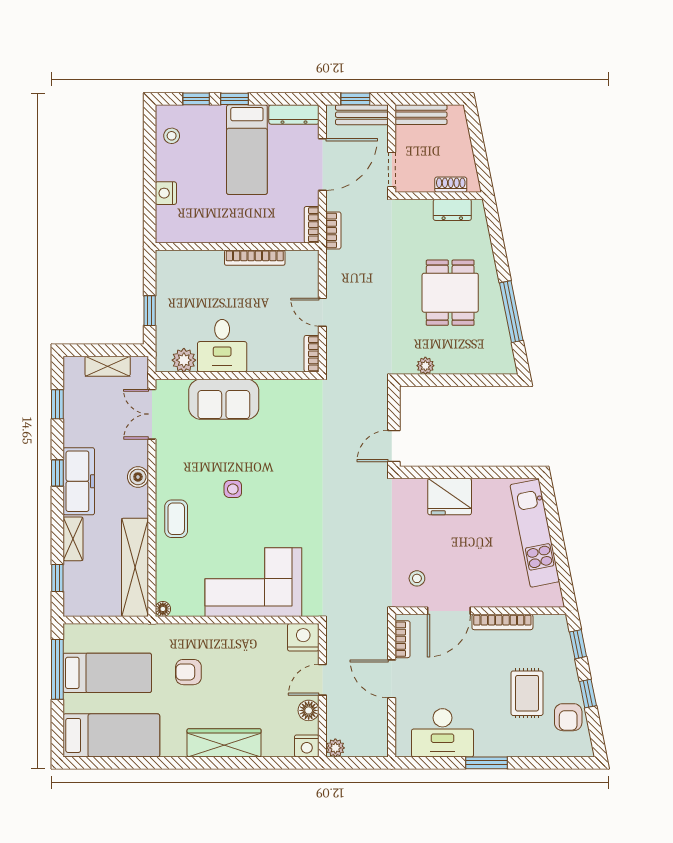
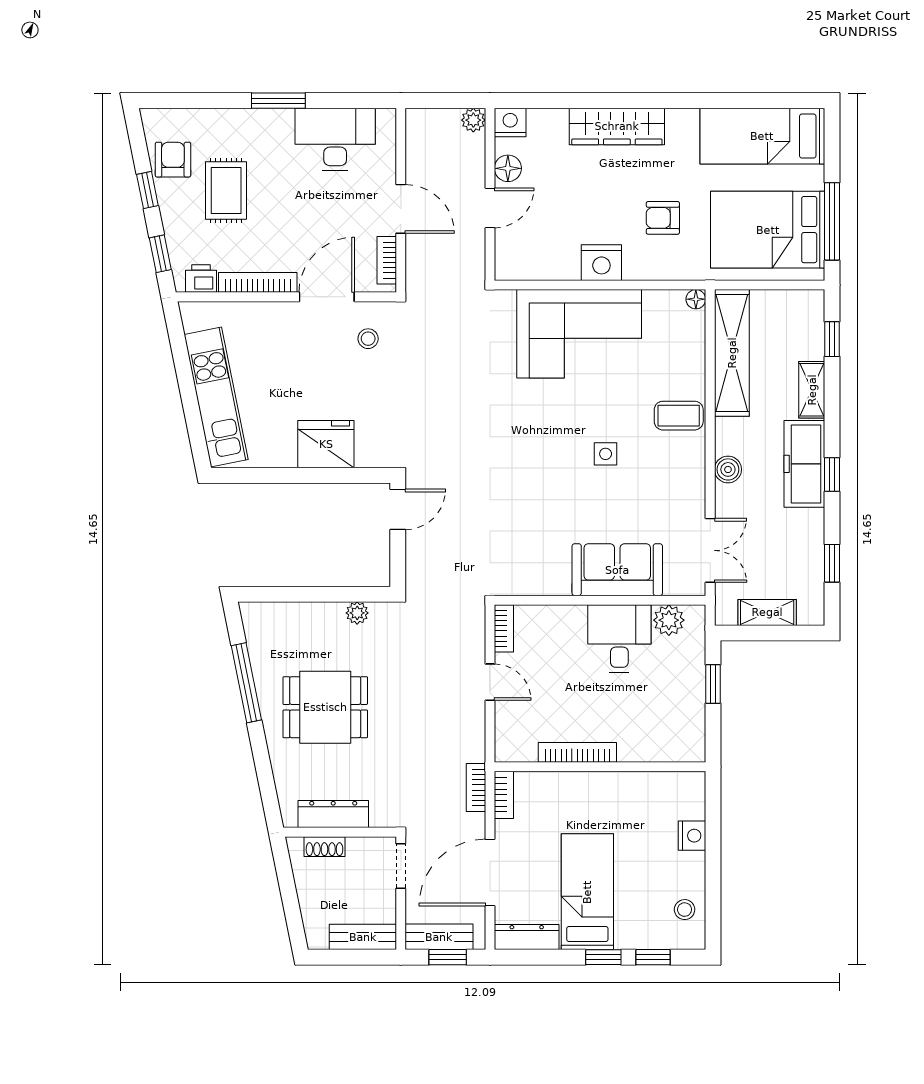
dresser: (452, 210) -> (333, 814), width x1.44
dining table: (450, 293) -> (325, 707), turned 90
coffee table: (176, 519) -> (679, 416), turned 90
printer: (546, 625) -> (201, 279), added
nightstand: (303, 637) -> (601, 263), moved
armchair: (188, 672) -> (663, 218), turned 180
bed: (107, 673) -> (768, 230), width x1.50

